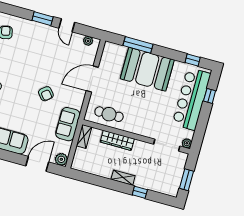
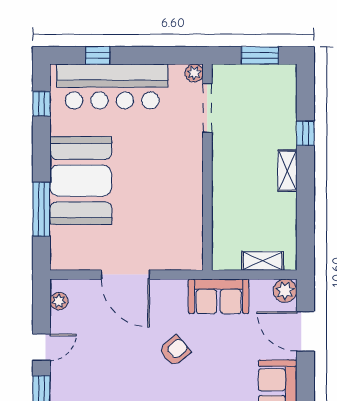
cafe table: (109, 114) -> (180, 227), removed
shelving: (84, 136) -> (263, 261), moved
wardrobe: (117, 140) -> (223, 199), removed

